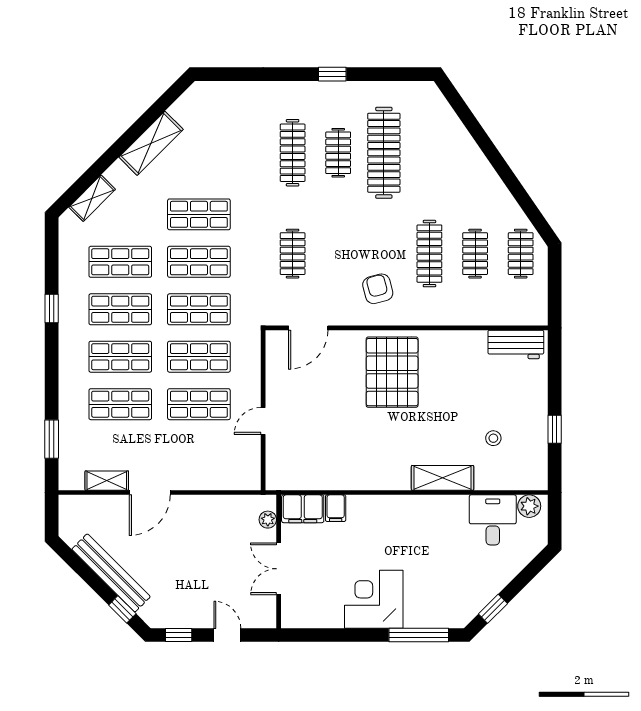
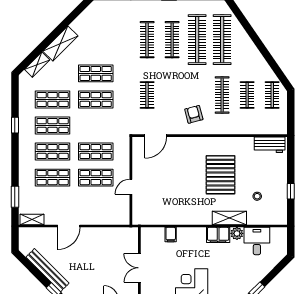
shelving: (151, 143) -> (60, 44), moved
clothes rail: (338, 153) -> (172, 40), width x1.36
clothes rail: (429, 153) -> (222, 40), added
shop shelf: (199, 309) -> (96, 126), removed
pallet: (392, 372) -> (221, 175), moved
shelving: (107, 481) -> (32, 219), moved
plant: (529, 506) -> (237, 233), moved
filing cabinet: (303, 509) -> (218, 235), moved
plant: (268, 520) -> (133, 241), removed

